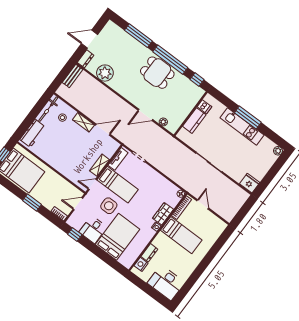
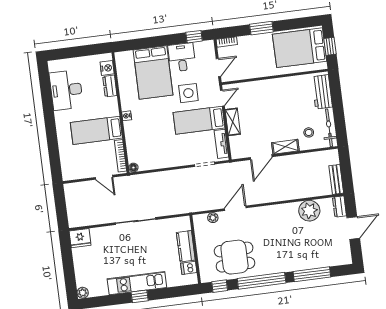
dining table: (157, 73) -> (235, 257), moved
window: (248, 118) -> (140, 296), width x0.46
wardrobe: (163, 214) -> (132, 134), removed
desk: (166, 283) -> (66, 90), moved, turned -90

